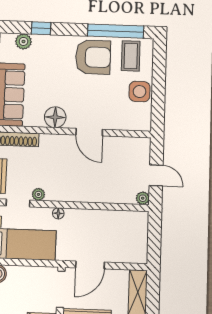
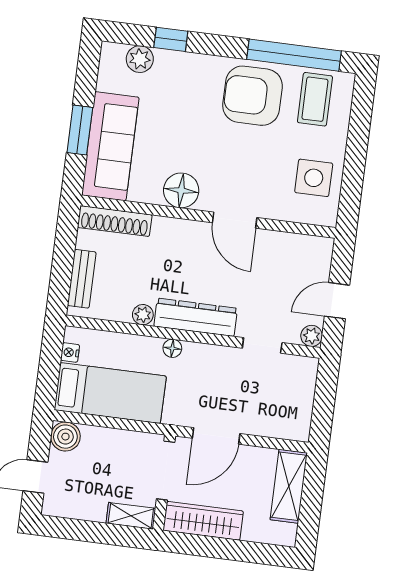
armchair: (93, 57) -> (252, 96), turned 180
side table: (140, 92) -> (314, 178), moved
door: (156, 175) -> (337, 301), swing flipped
dresser: (71, 193) -> (196, 317), added
doorway: (18, 203) -> (262, 345), moved

